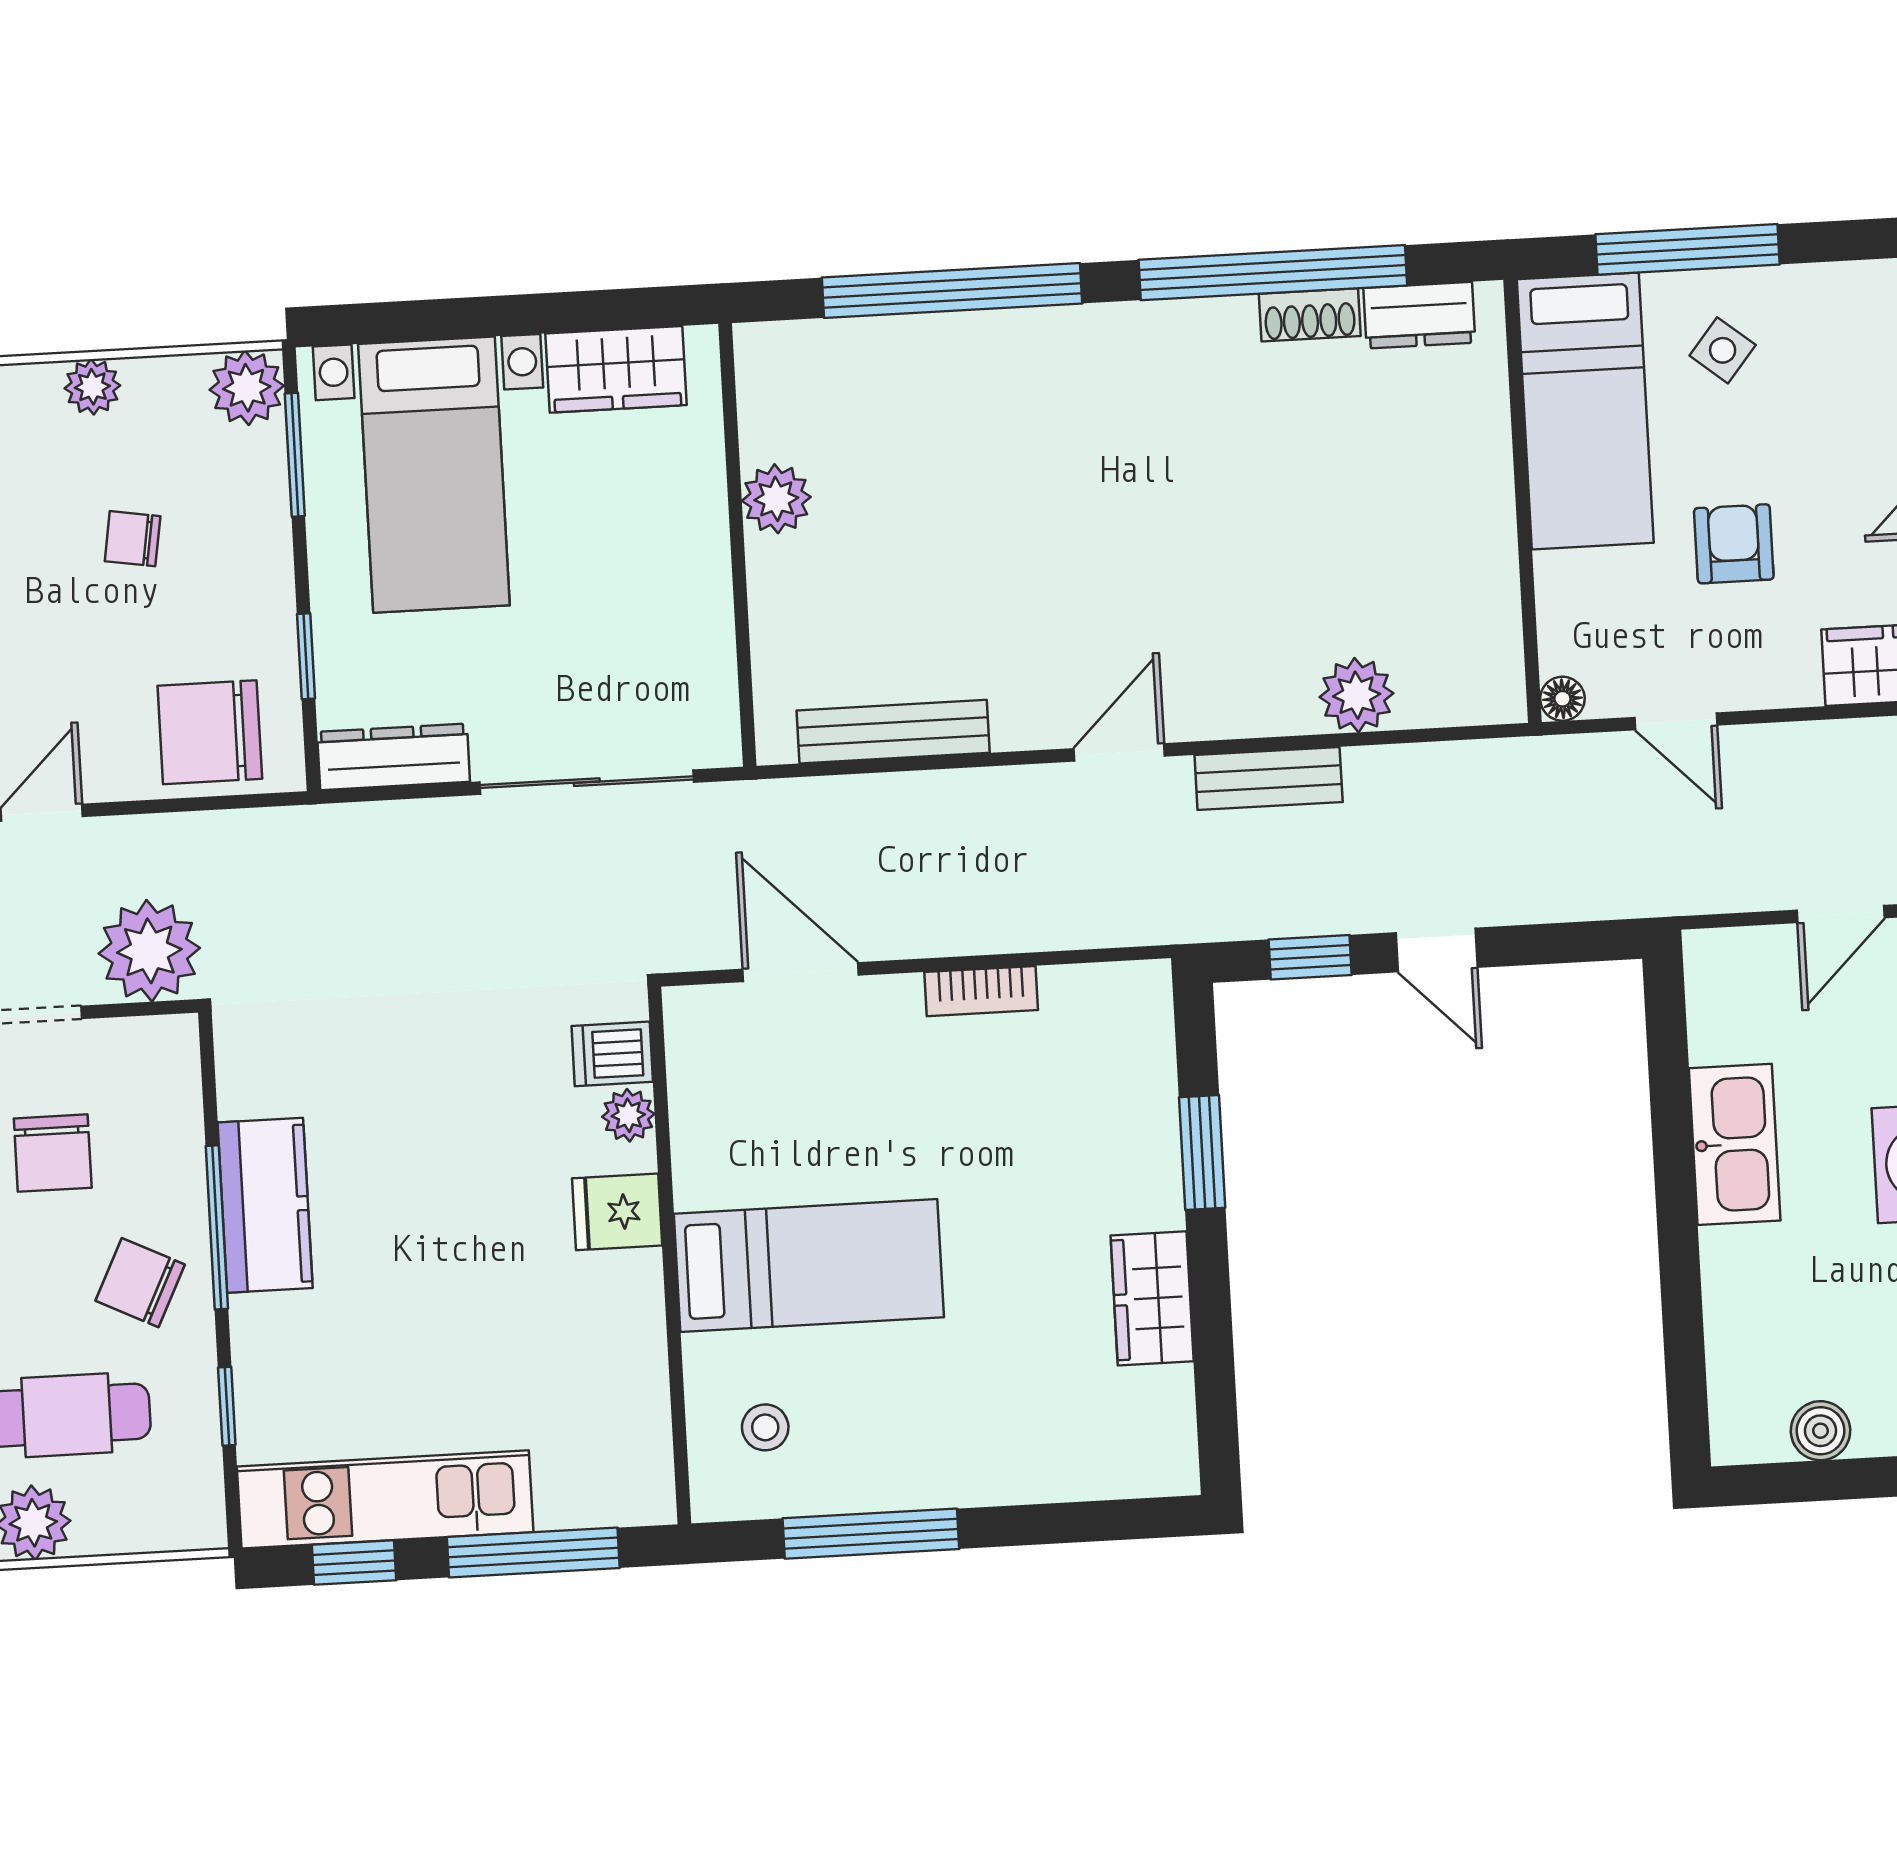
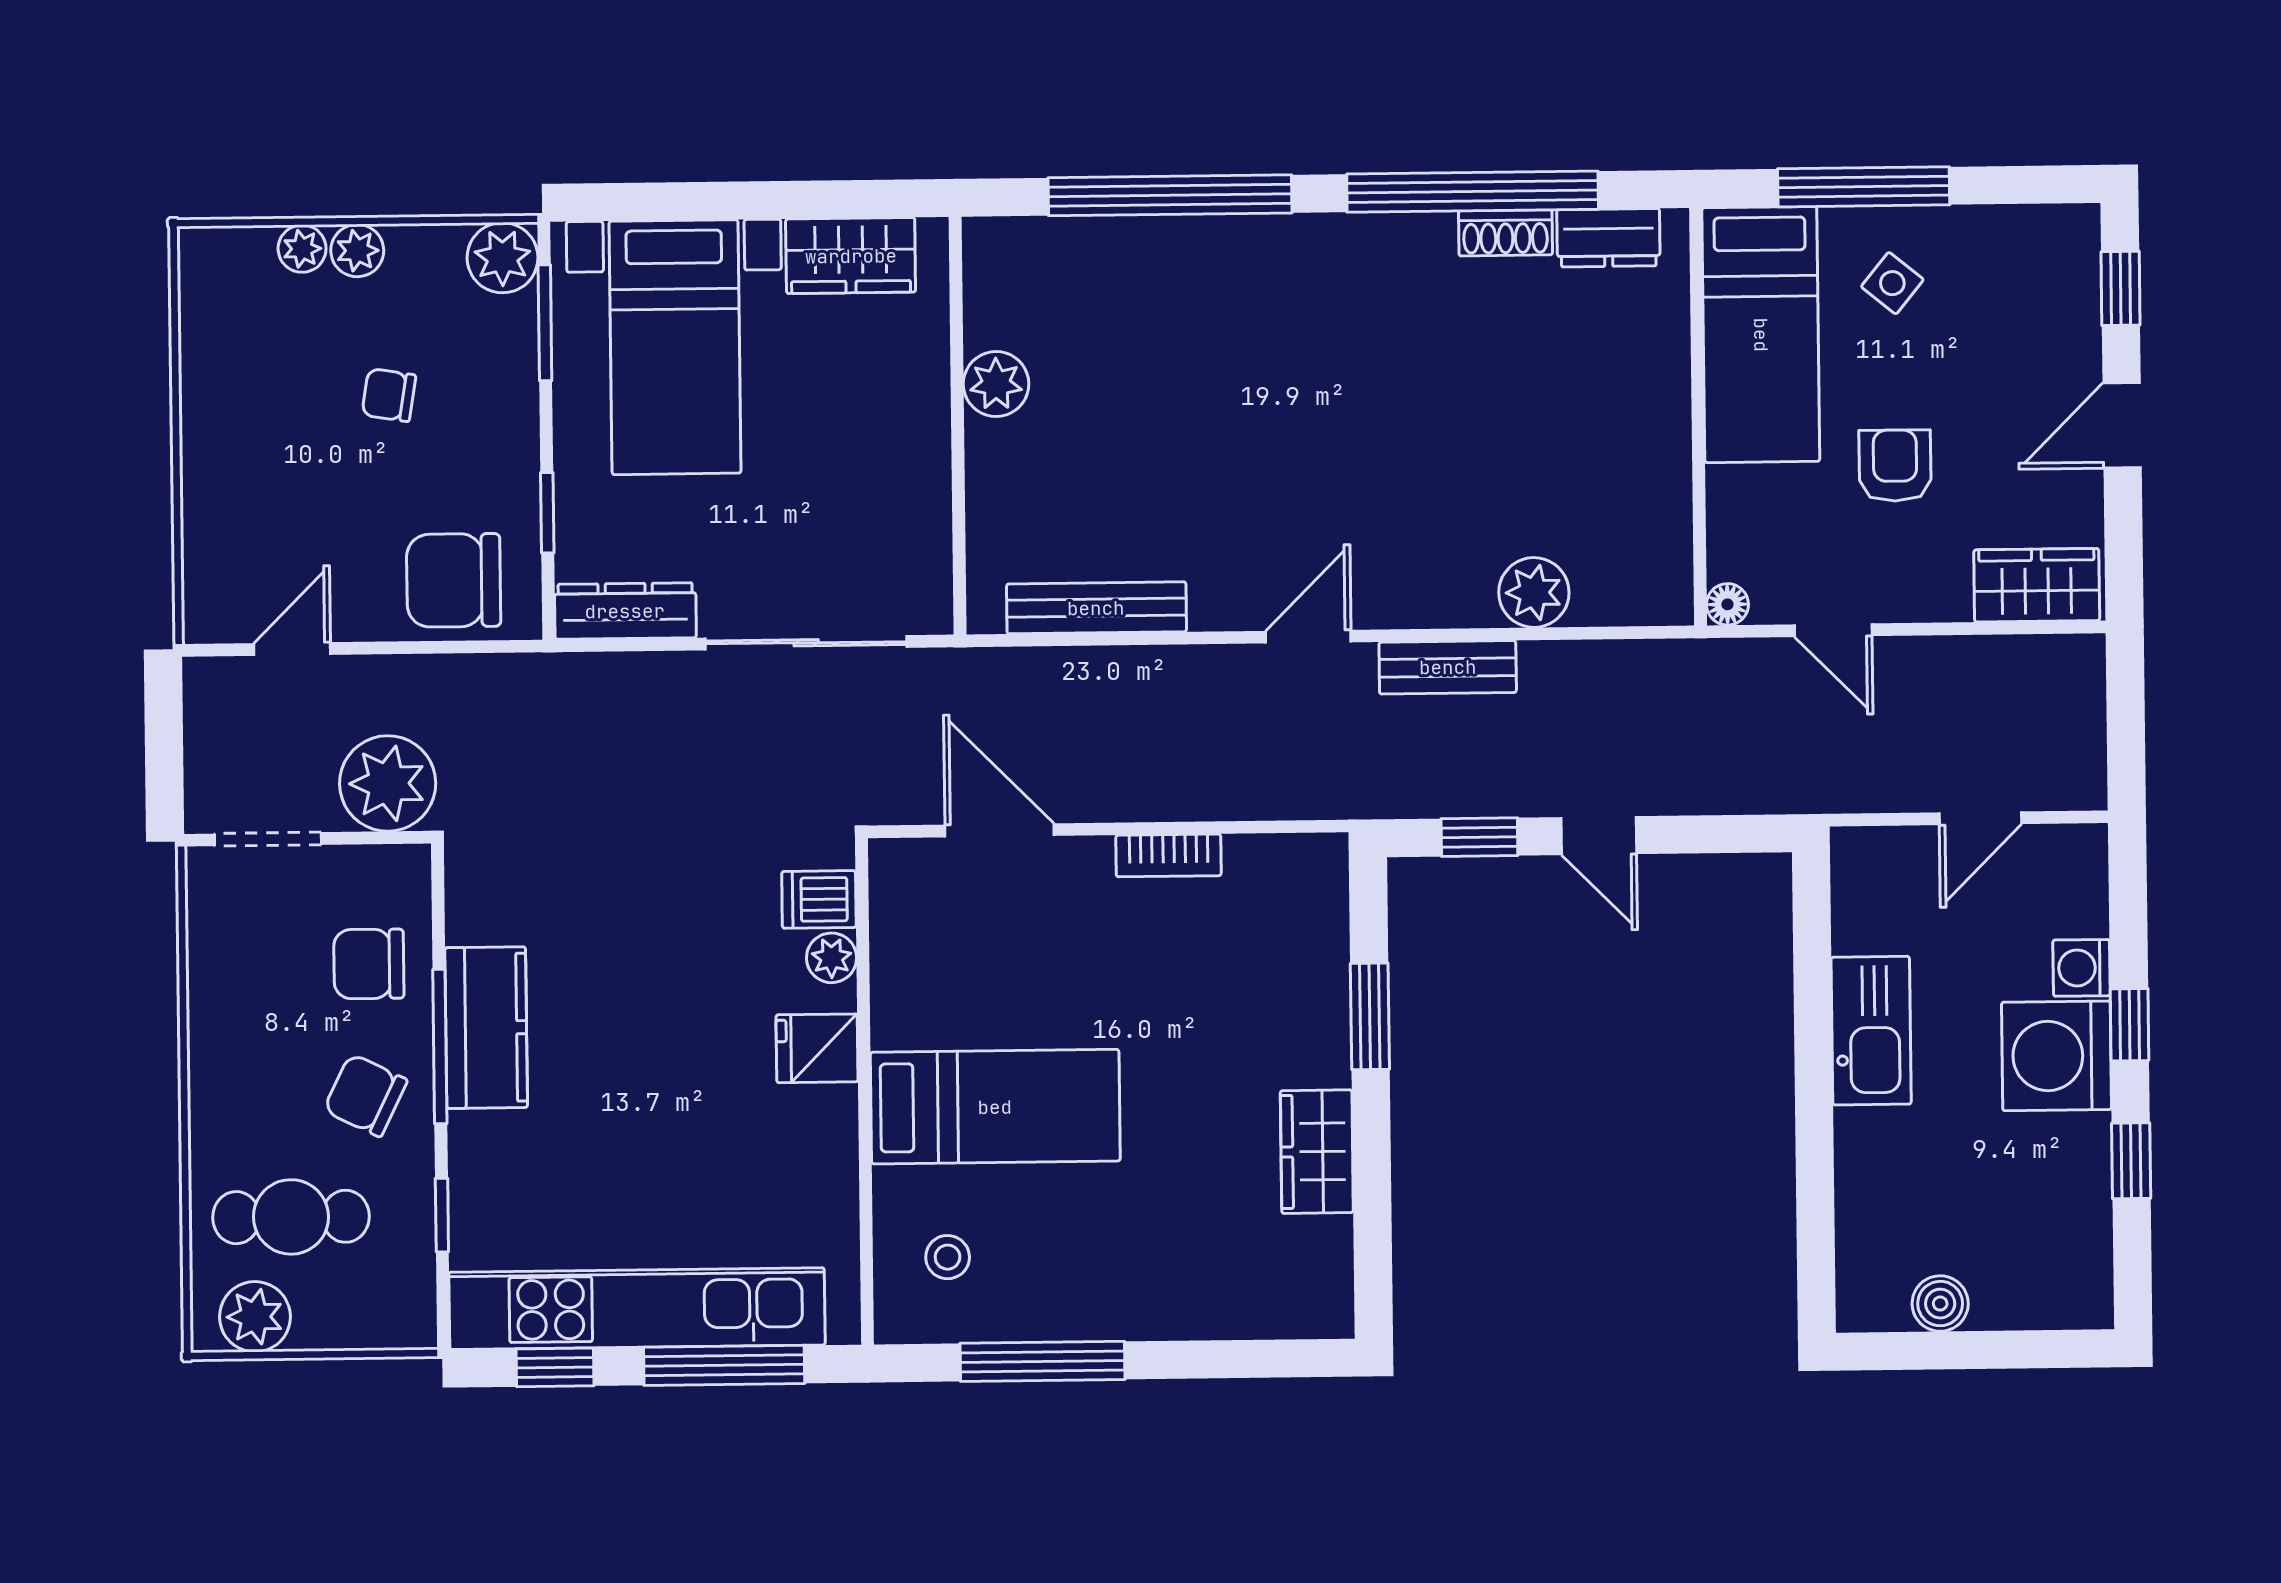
plant: (34, 387) -> (302, 249), added
chair: (53, 1153) -> (369, 964), moved, turned 90
kitchen unit: (385, 1499) -> (637, 1309), width x1.36

